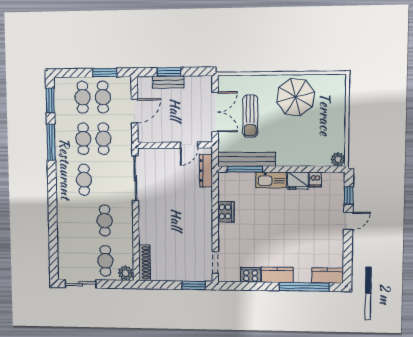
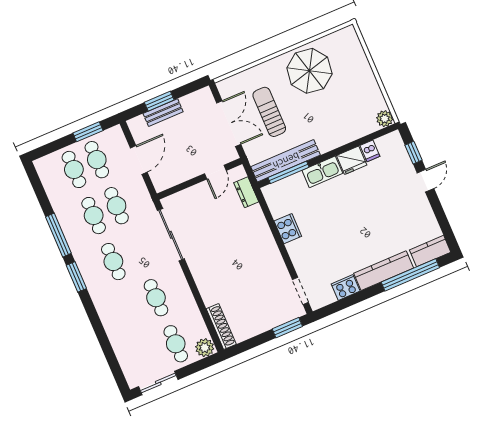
window: (50, 100) -> (76, 277), moved
sun lounger: (250, 116) -> (269, 112), turned 180
dresser: (206, 171) -> (246, 192), width x0.70
kitchen counter: (277, 275) -> (384, 271), width x1.50

